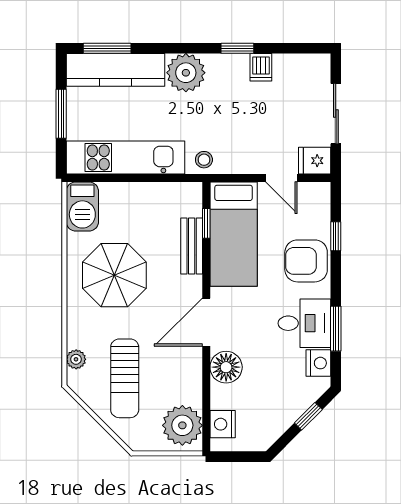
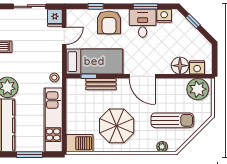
floor lamp: (226, 367) -> (180, 66), moved

